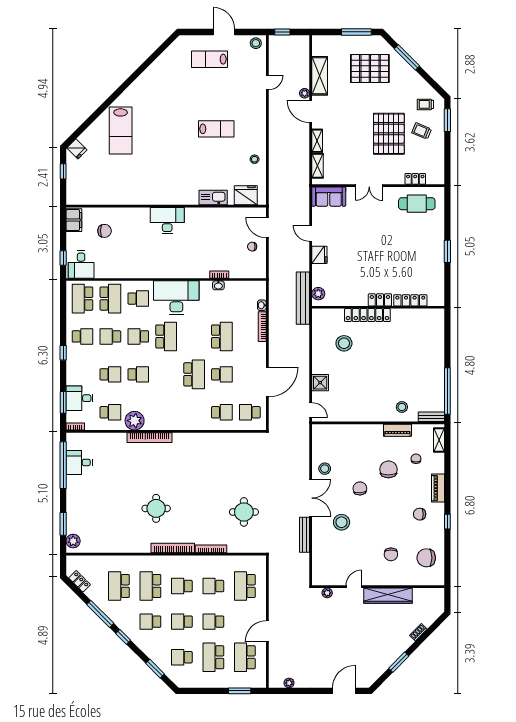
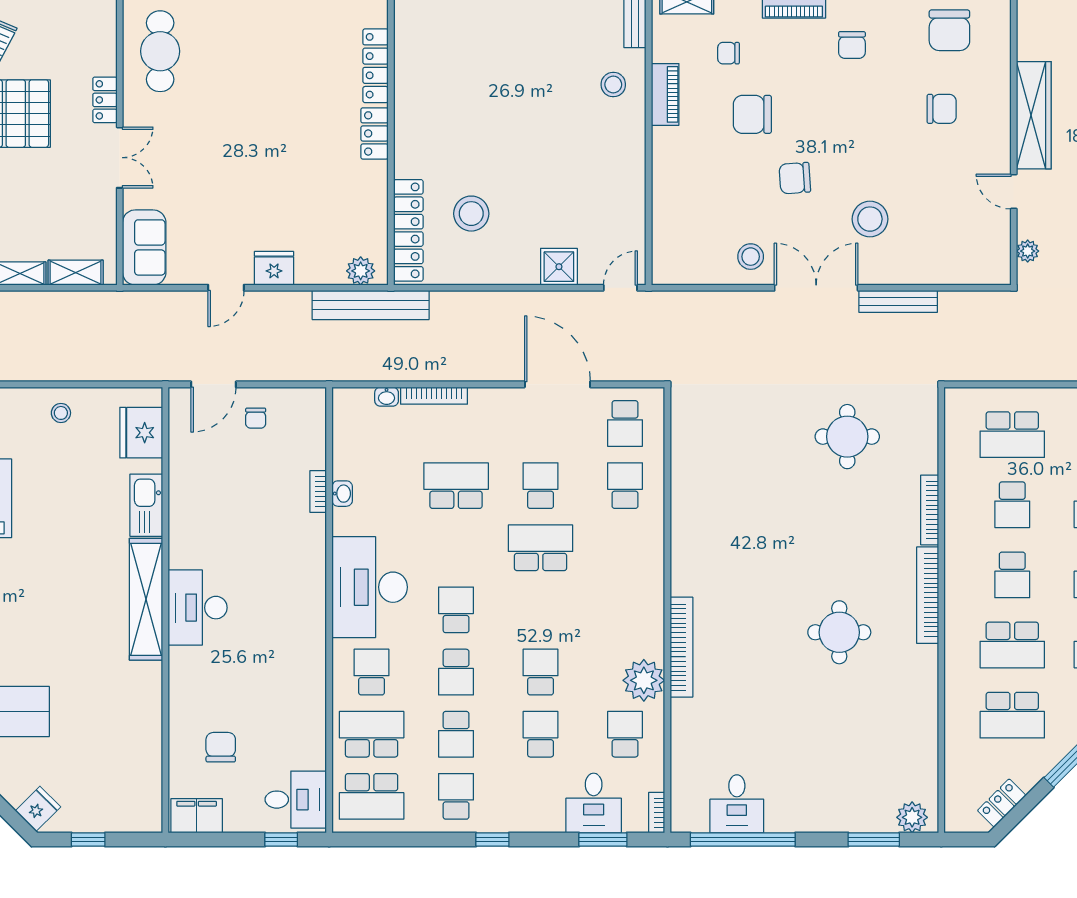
locker: (415, 179) -> (105, 100), moved
shelving: (171, 197) -> (146, 599), added
locker: (367, 315) -> (408, 230), moved
school desk: (166, 336) -> (456, 610), width x0.54

